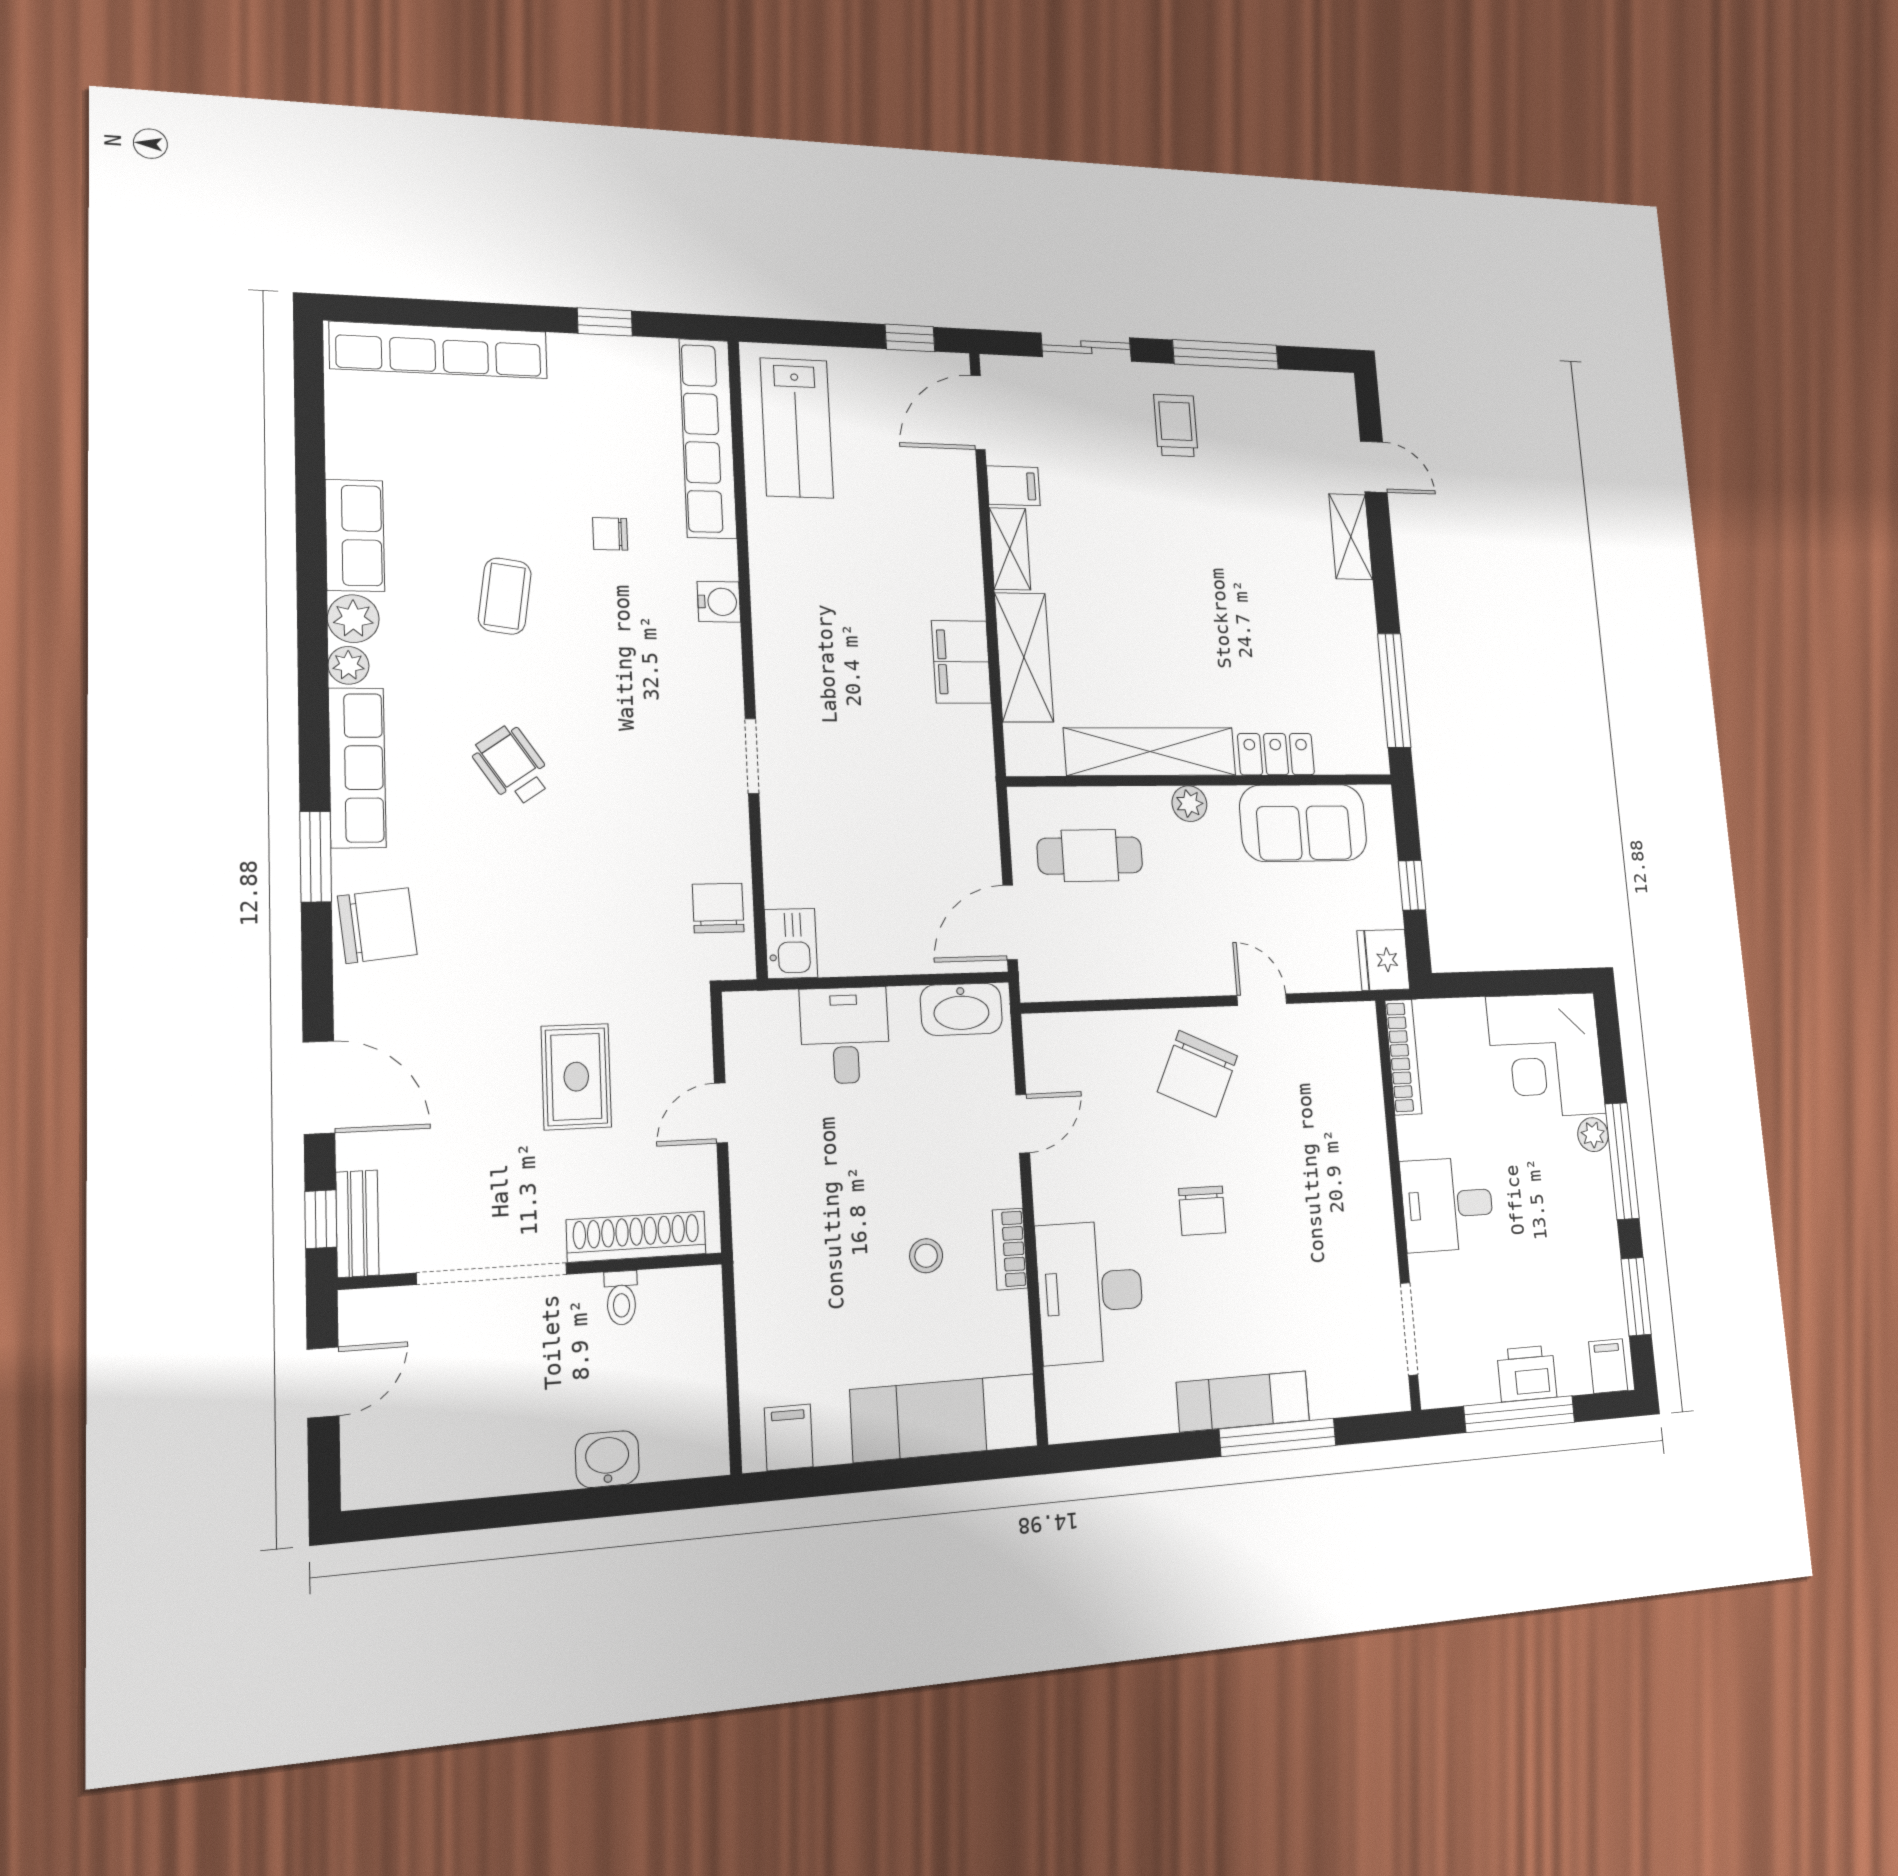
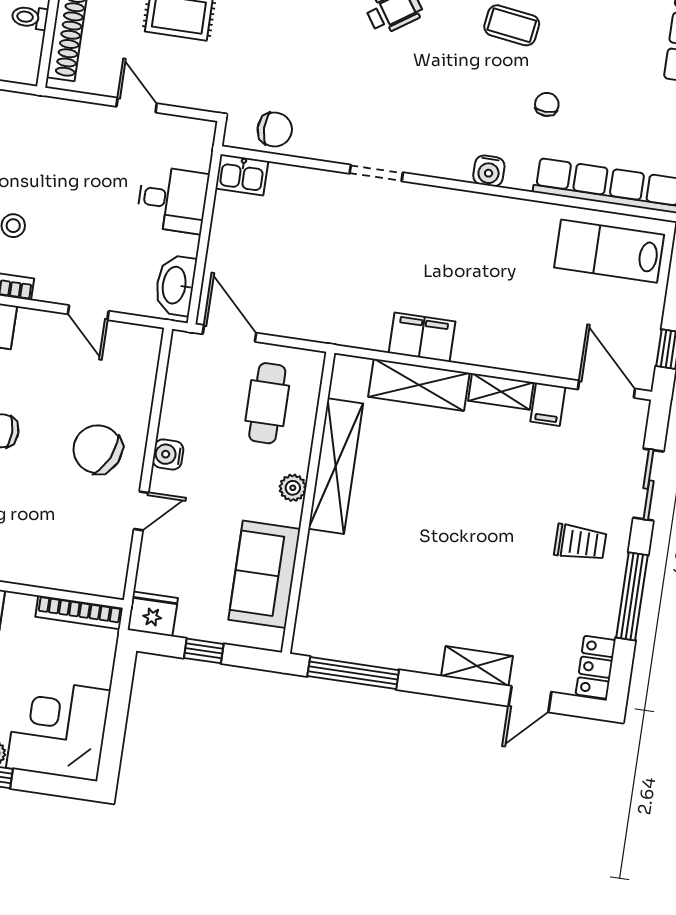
locker: (1276, 754) -> (596, 667), moved, turned 180
water cooler: (1184, 977) -> (168, 454), added

